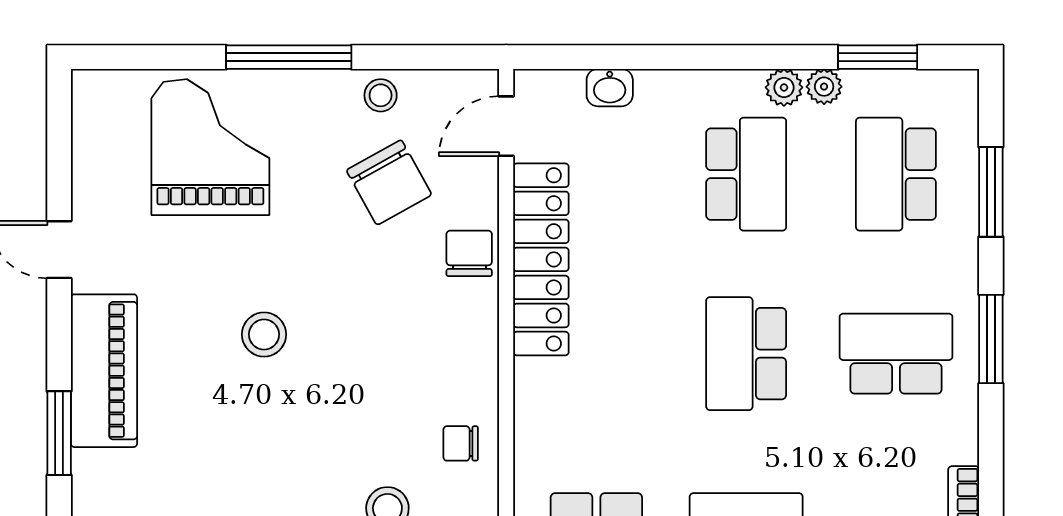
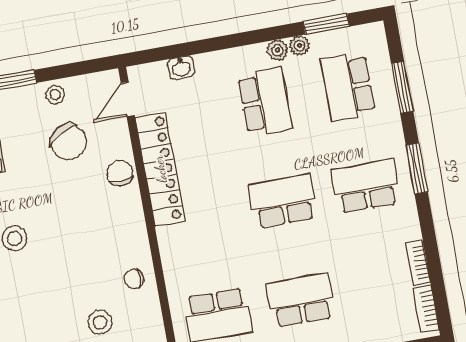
school desk: (746, 354) -> (283, 201), turned 90

